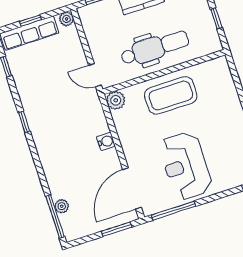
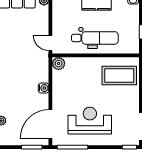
coffee table: (171, 95) -> (119, 75), moved
reception desk: (185, 166) -> (90, 121), turned 90

